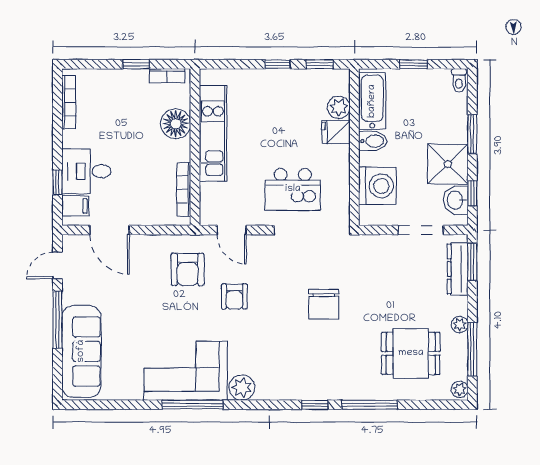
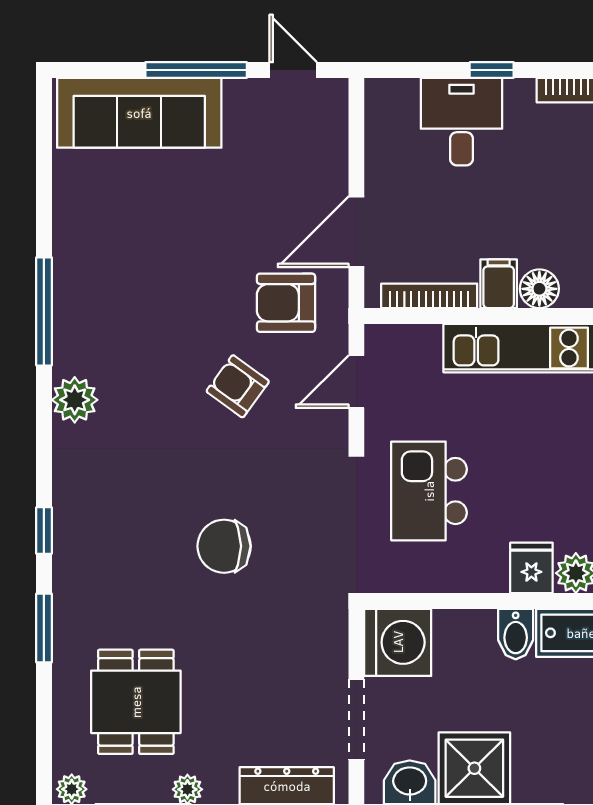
floor lamp: (176, 124) -> (539, 289), width x0.73, depth x0.73
window: (57, 182) -> (492, 70), moved
washing machine: (377, 186) -> (398, 642), moved, turned -90
filing cabinet: (75, 206) -> (499, 284), moved, turned 180
door: (109, 230) -> (356, 232), moved
armchair: (234, 296) -> (238, 386), turned 36
corner sofa: (186, 371) -> (105, 299), removed
window: (369, 405) -> (44, 628), width x0.69

